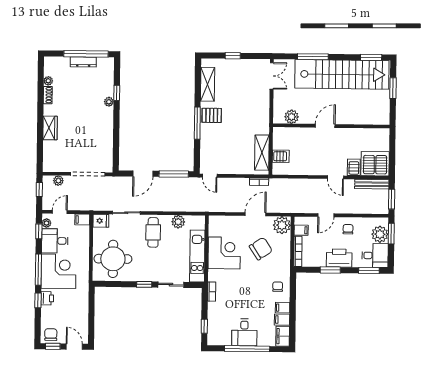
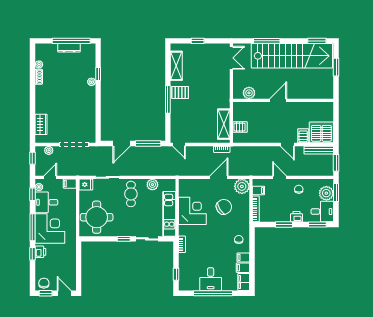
wardrobe: (50, 128) -> (41, 124), moved
door: (326, 215) -> (280, 177), swing flipped
printer: (339, 258) -> (296, 217), width x0.53, depth x0.68

